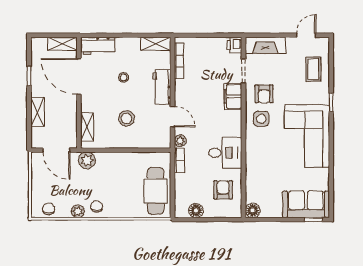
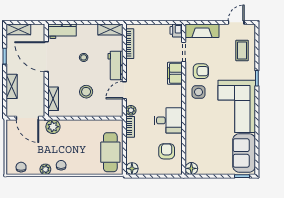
shelving: (62, 44) -> (18, 29), moved
armchair: (264, 94) -> (201, 71), turned -90
door: (173, 117) -> (124, 90), swing flipped
sofa: (306, 204) -> (244, 153), moved, turned -90
floor lamp: (196, 211) -> (132, 169), moved

